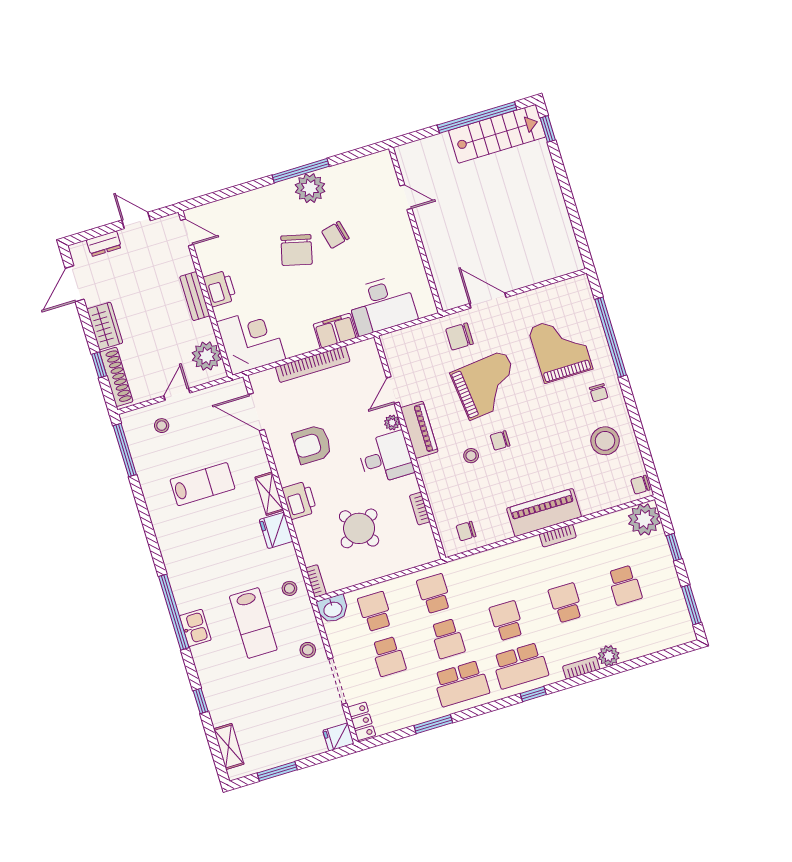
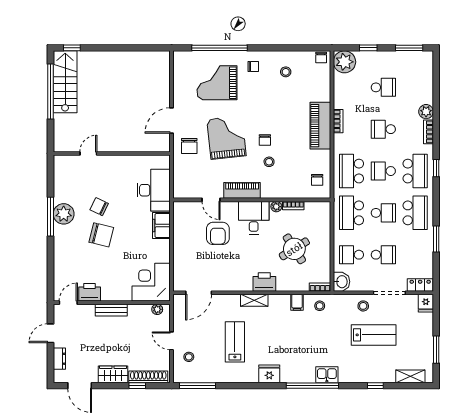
chair: (335, 235) -> (99, 207), turned 130
printer: (220, 288) -> (90, 292), moved
plant: (207, 356) -> (157, 309), width x0.53, depth x0.53
bookcase: (313, 364) -> (179, 247), removed
plant: (392, 423) -> (276, 207), moved
stool: (605, 441) -> (286, 72), width x0.53, depth x0.53
armchair: (312, 444) -> (218, 233), moved
fridge: (276, 530) -> (269, 374), moved, turned 180
filing cabinet: (285, 555) -> (297, 302), added
school desk: (493, 576) -> (352, 171), added
school desk: (434, 594) -> (352, 213), width x1.85
lab bench: (253, 623) -> (374, 335), moved

